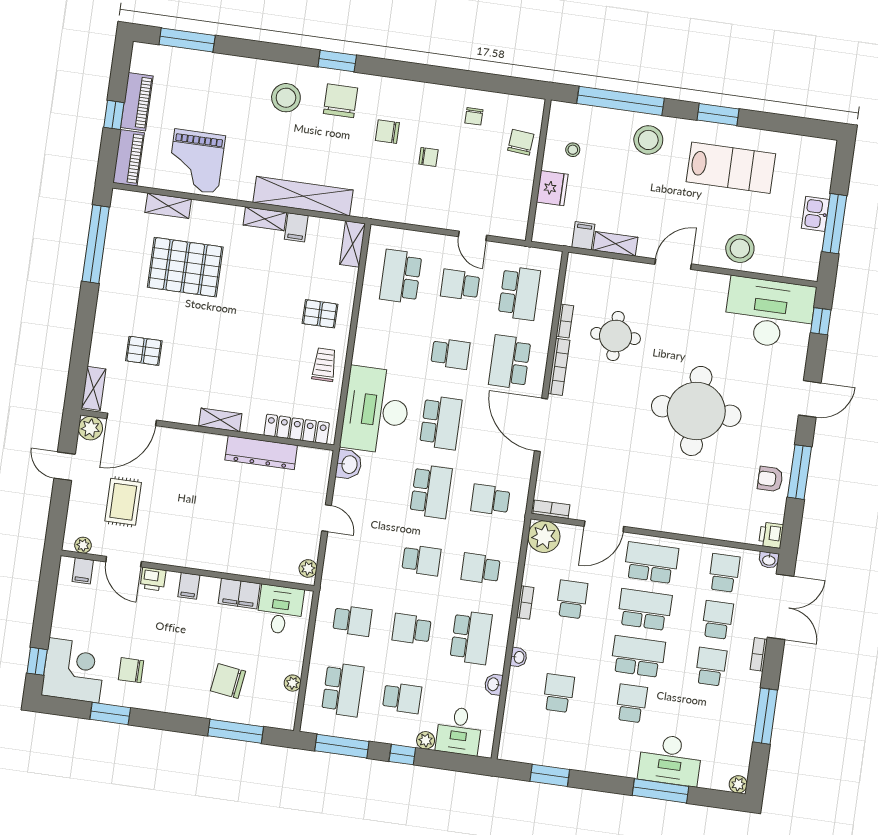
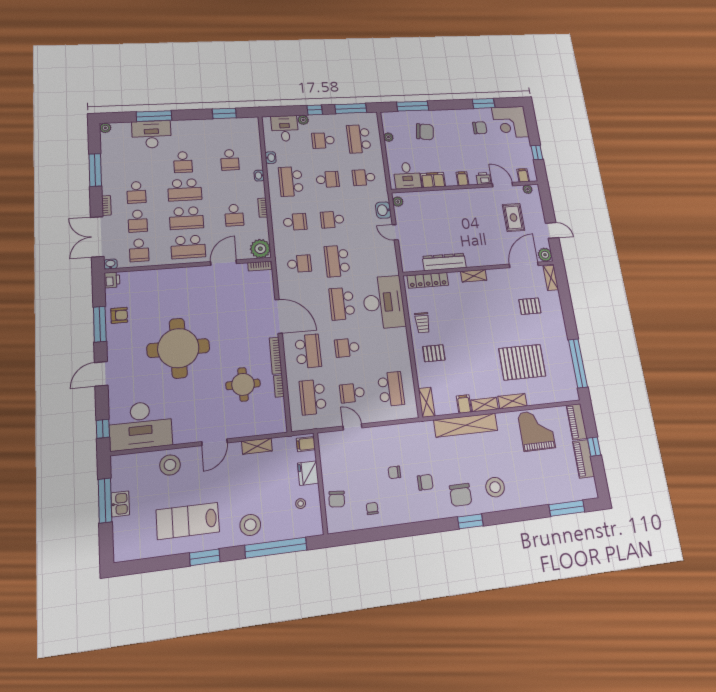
shelving: (168, 206) -> (512, 401), moved
filing cabinet: (583, 236) -> (306, 444), moved, turned 90
school desk: (460, 285) -> (352, 393), turned 180
washbasin: (349, 464) -> (383, 210), moved
window: (37, 661) -> (537, 152), moved

